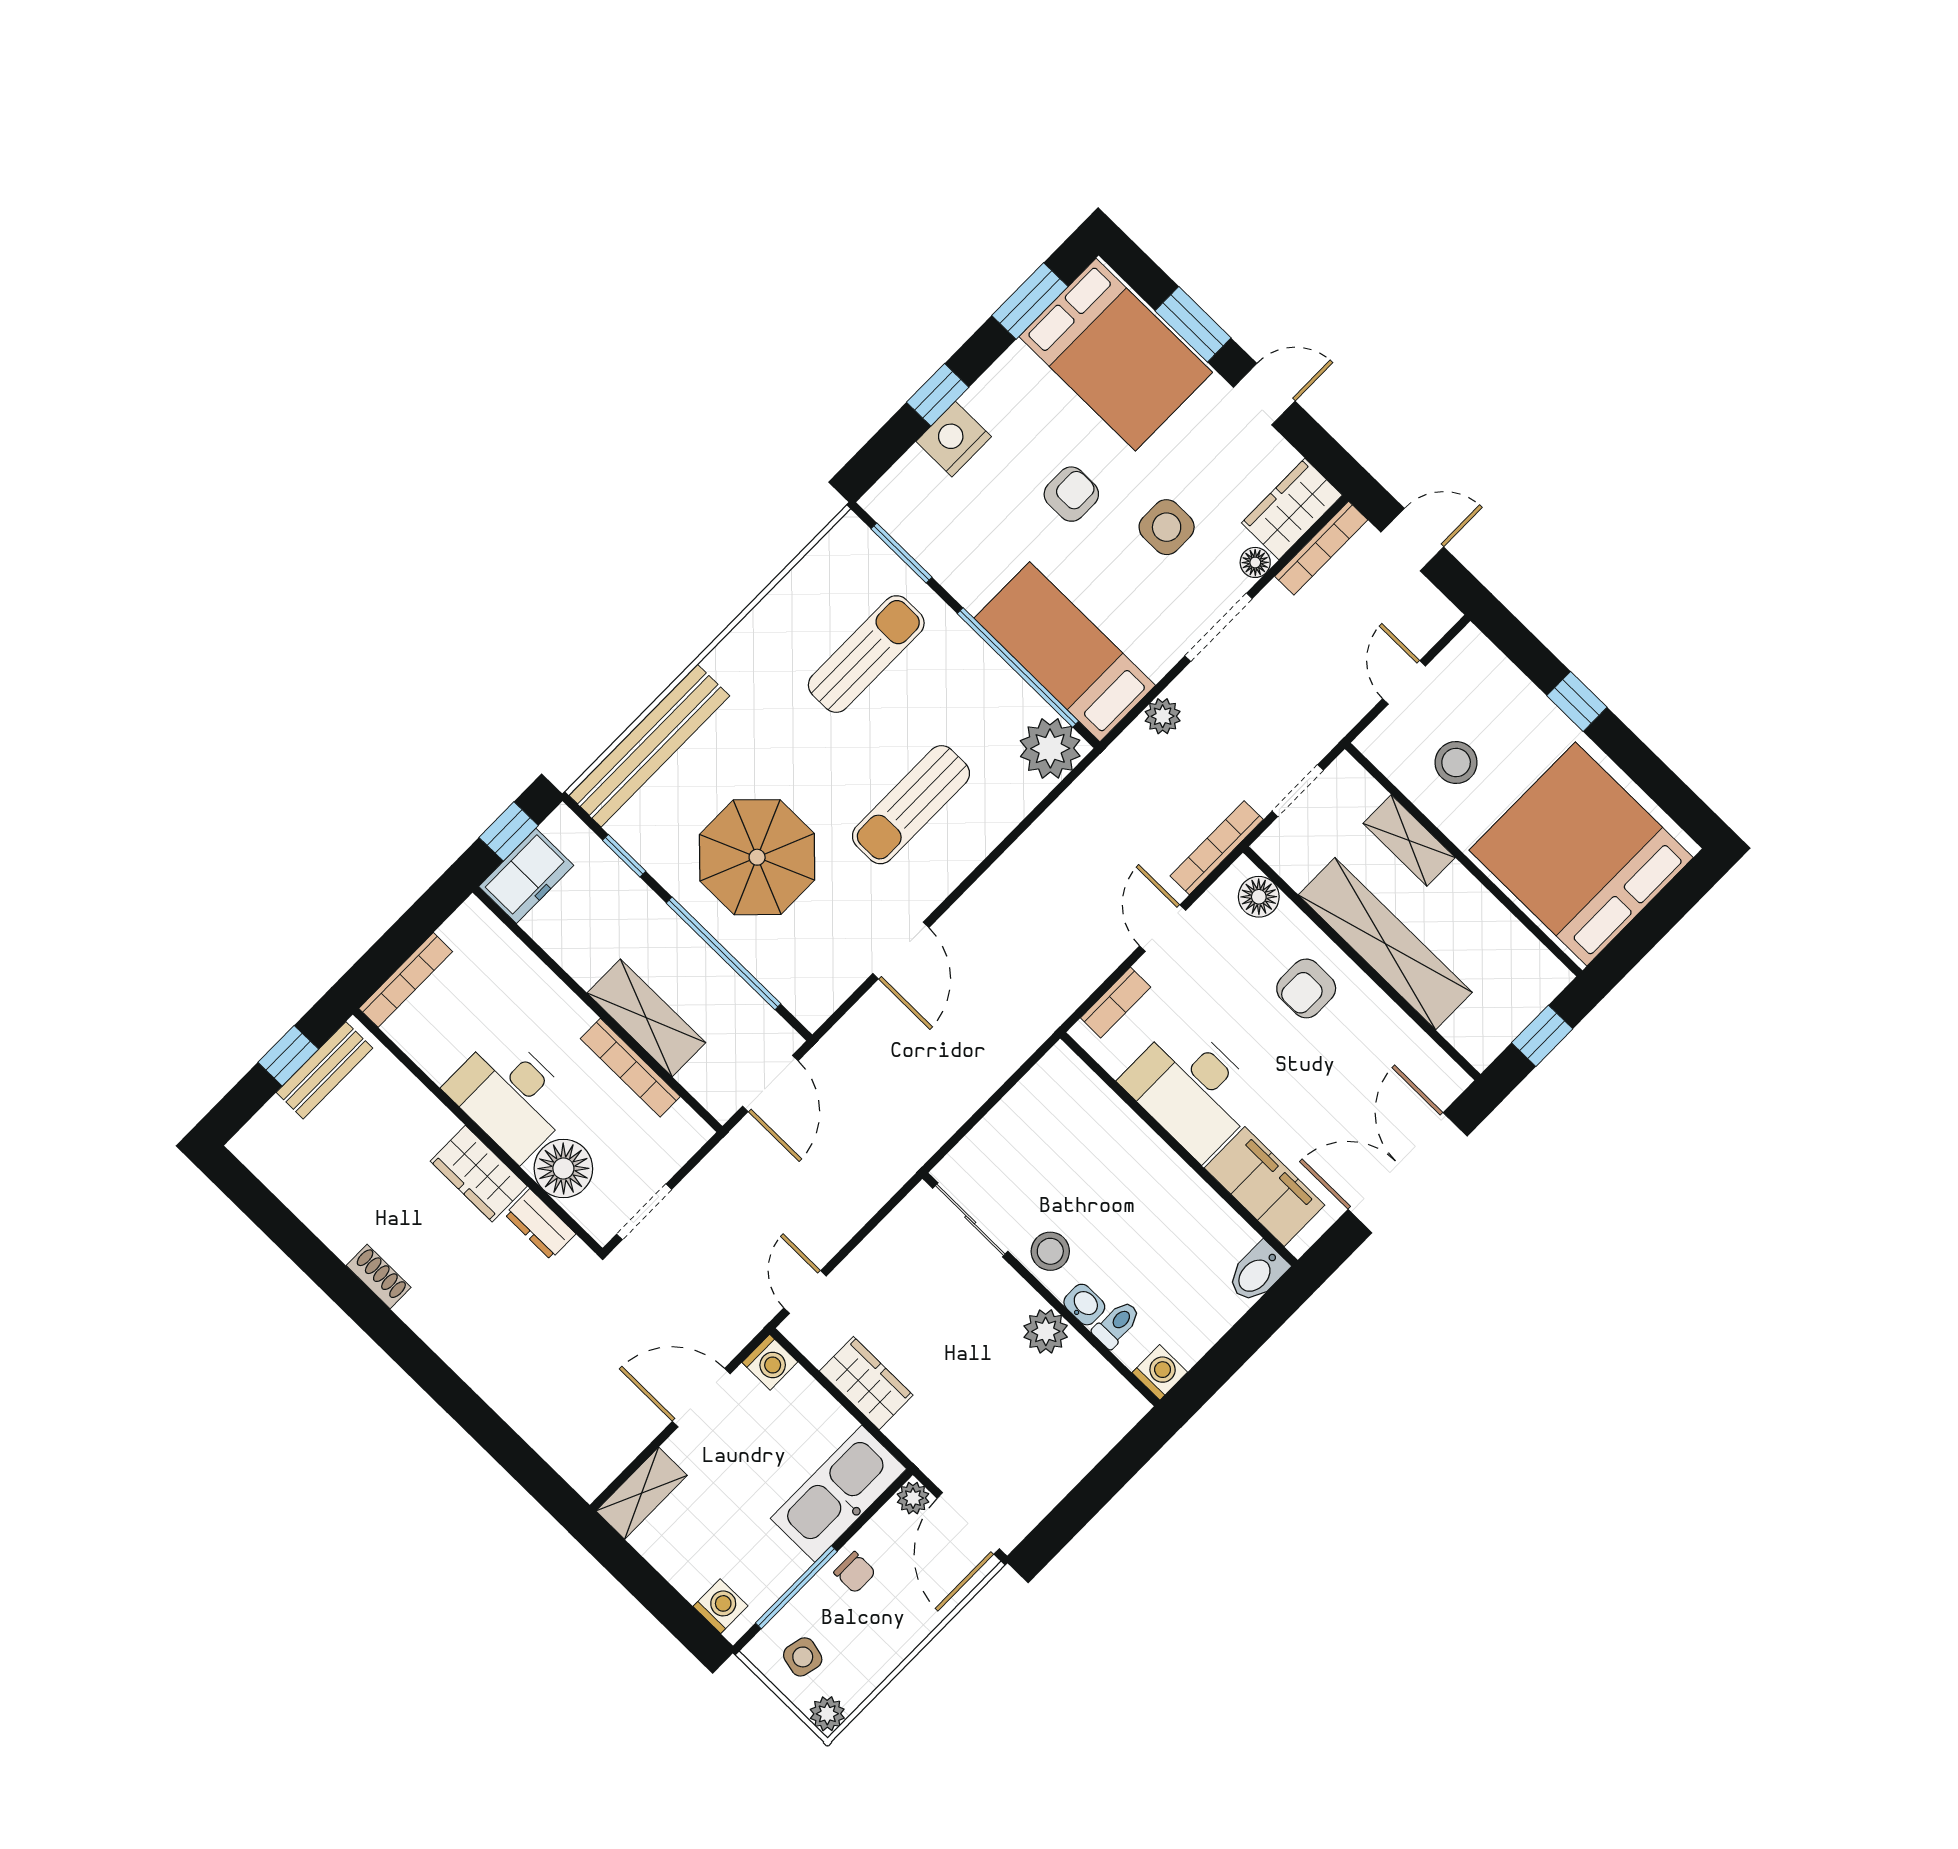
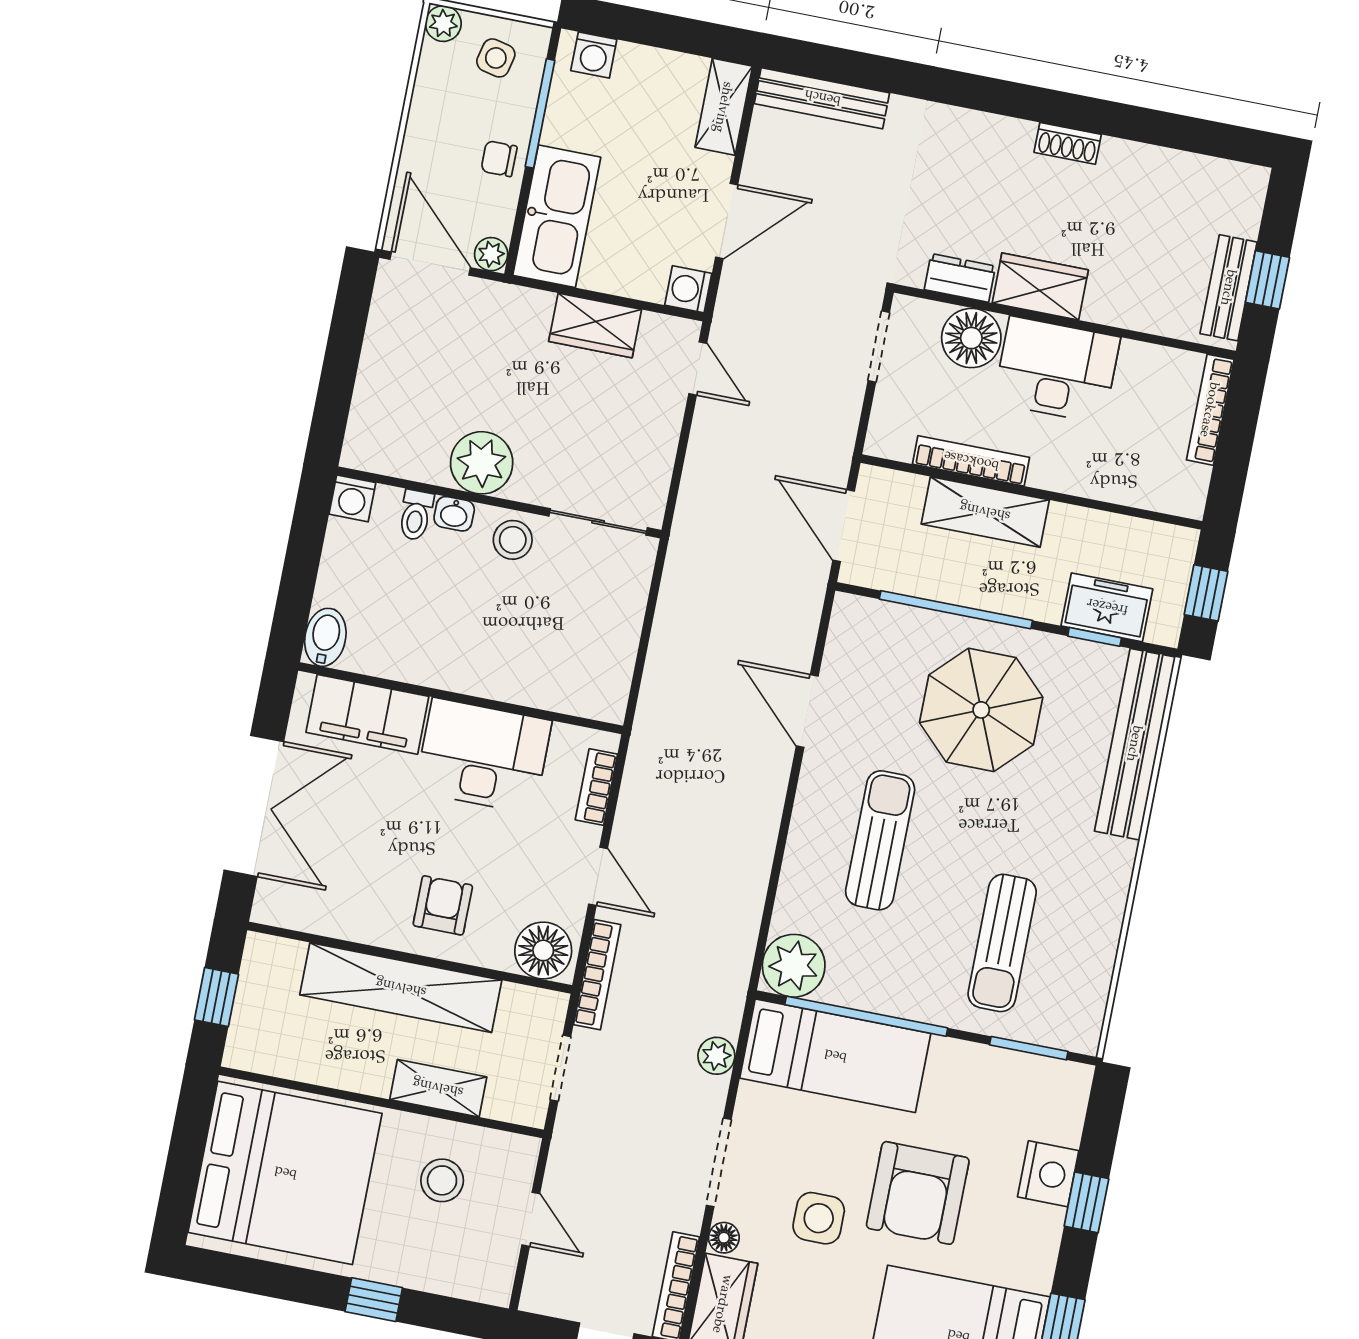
armchair: (1071, 494) -> (918, 1193), width x1.88, depth x1.88
freezer: (526, 876) -> (1107, 607), moved, turned 90
floor lamp: (1259, 897) -> (543, 950), width x1.38, depth x1.38
plant: (1046, 1331) -> (482, 463), width x1.36, depth x1.36
bench: (556, 1447) -> (822, 98), added

